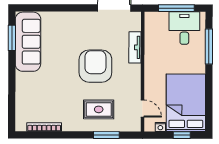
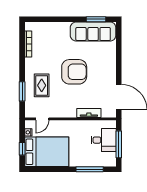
desk: (184, 28) -> (104, 140), moved
armchair: (95, 66) -> (74, 72), moved

